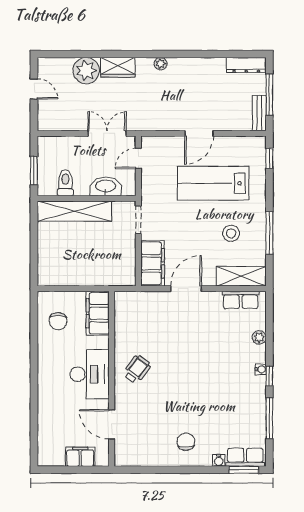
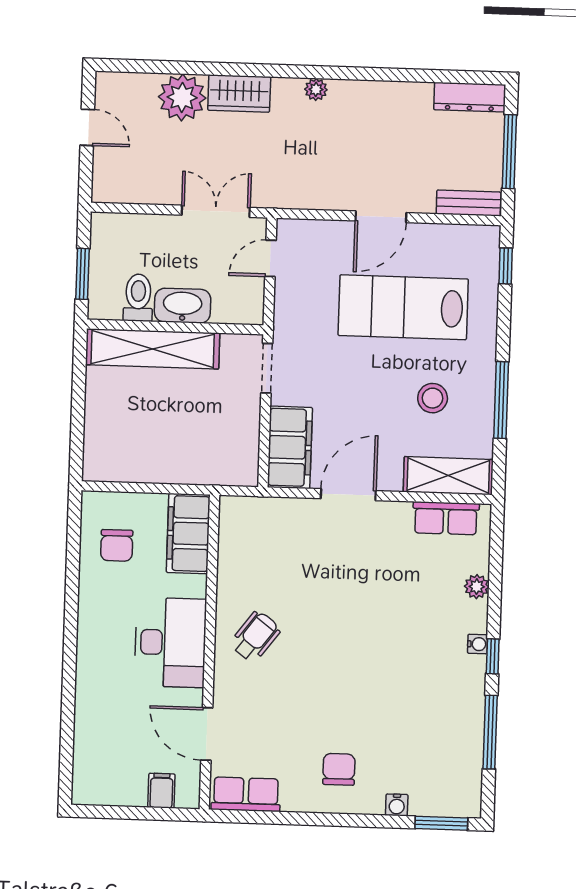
bench: (259, 113) -> (469, 203), moved, turned 90
washbasin: (106, 186) -> (183, 306), moved
filing cabinet: (80, 457) -> (161, 791), width x0.50
row of seats: (245, 457) -> (246, 794), moved

